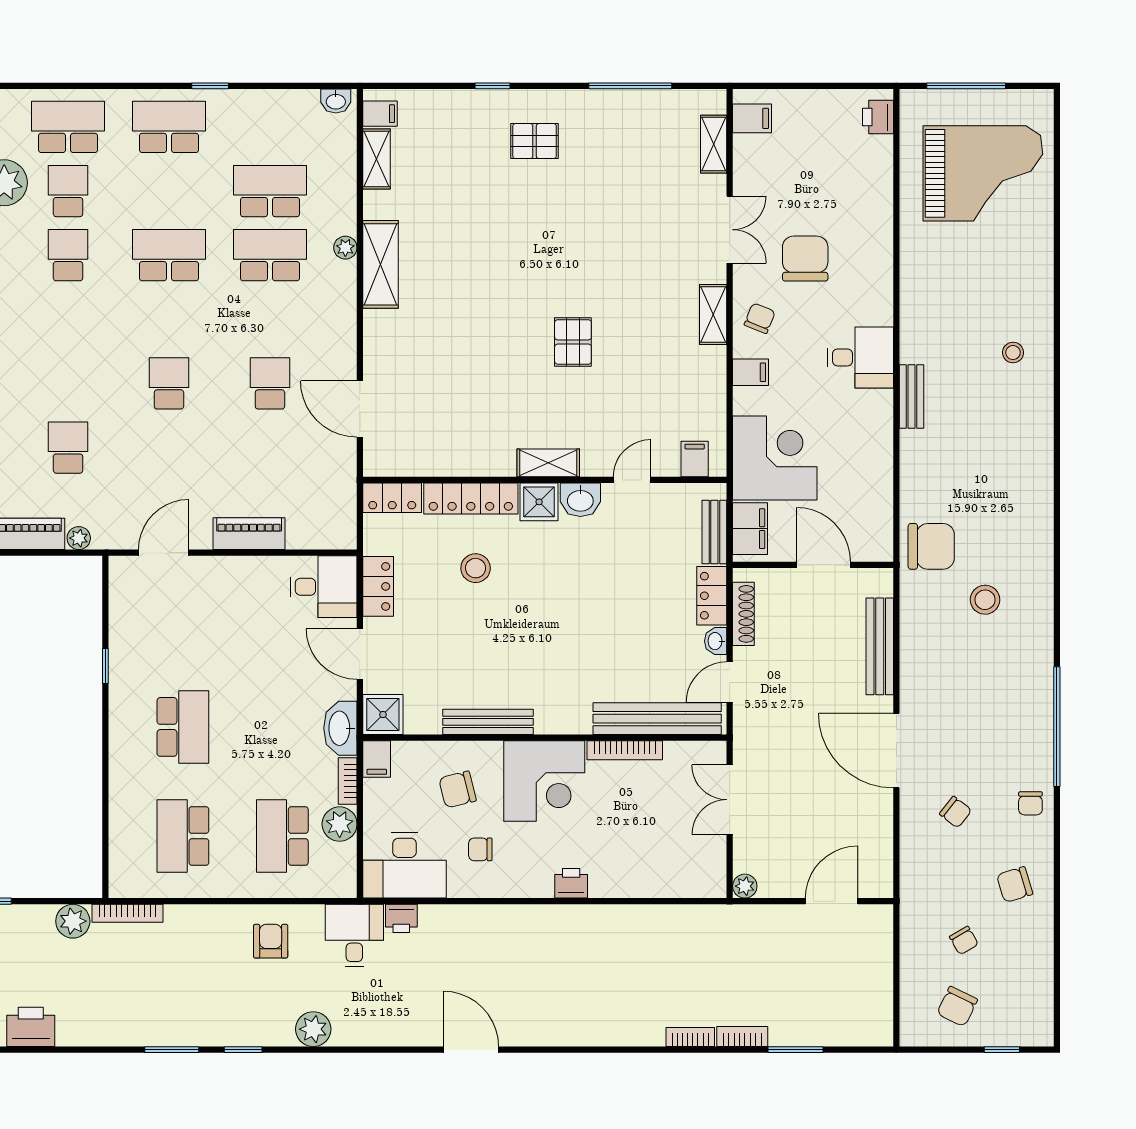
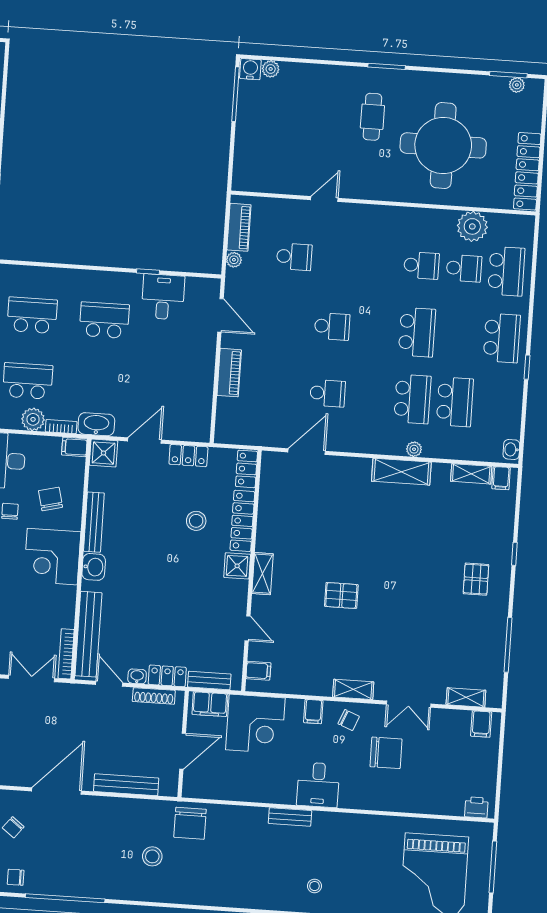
washbasin: (580, 500) -> (94, 567), moved, turned 180
desk: (323, 587) -> (163, 297), moved, turned 180
school desk: (183, 727) -> (104, 320), turned 180
bookcase: (625, 750) -> (66, 654), moved

